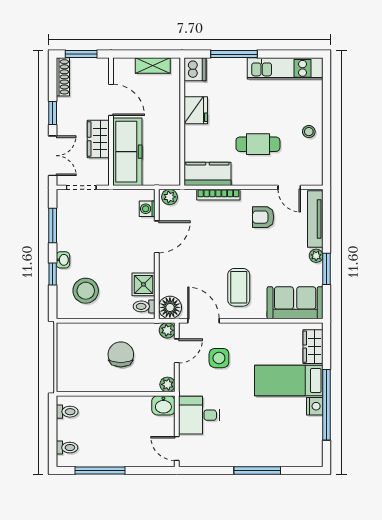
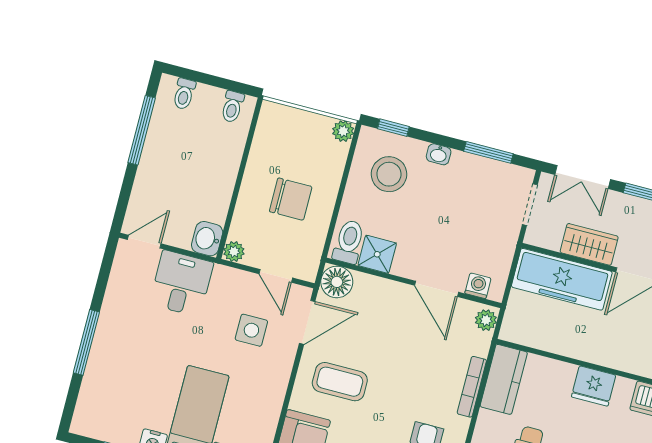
window: (53, 274) -> (393, 128), moved
toilet: (144, 306) -> (349, 242), width x1.37, depth x1.39
plant: (167, 330) -> (343, 131), moved

